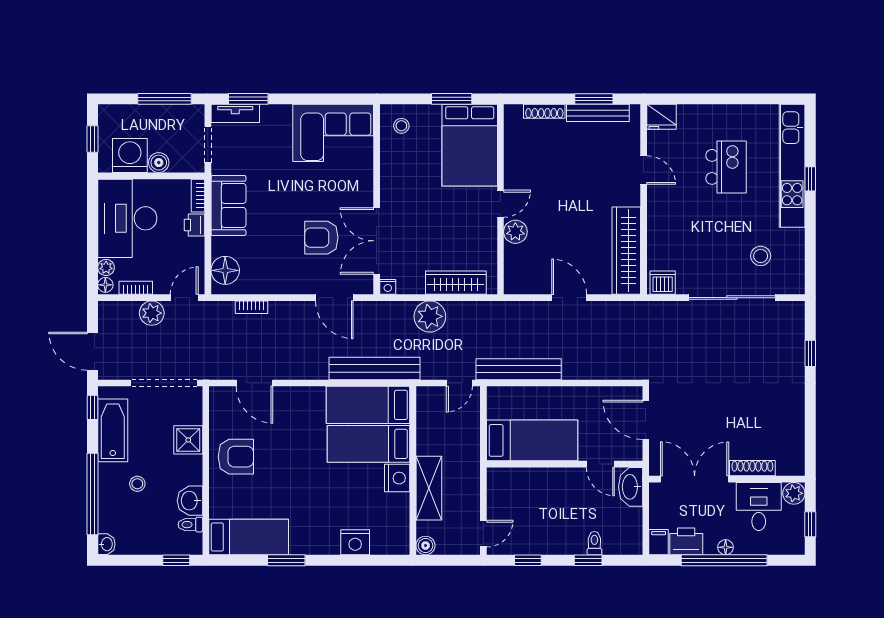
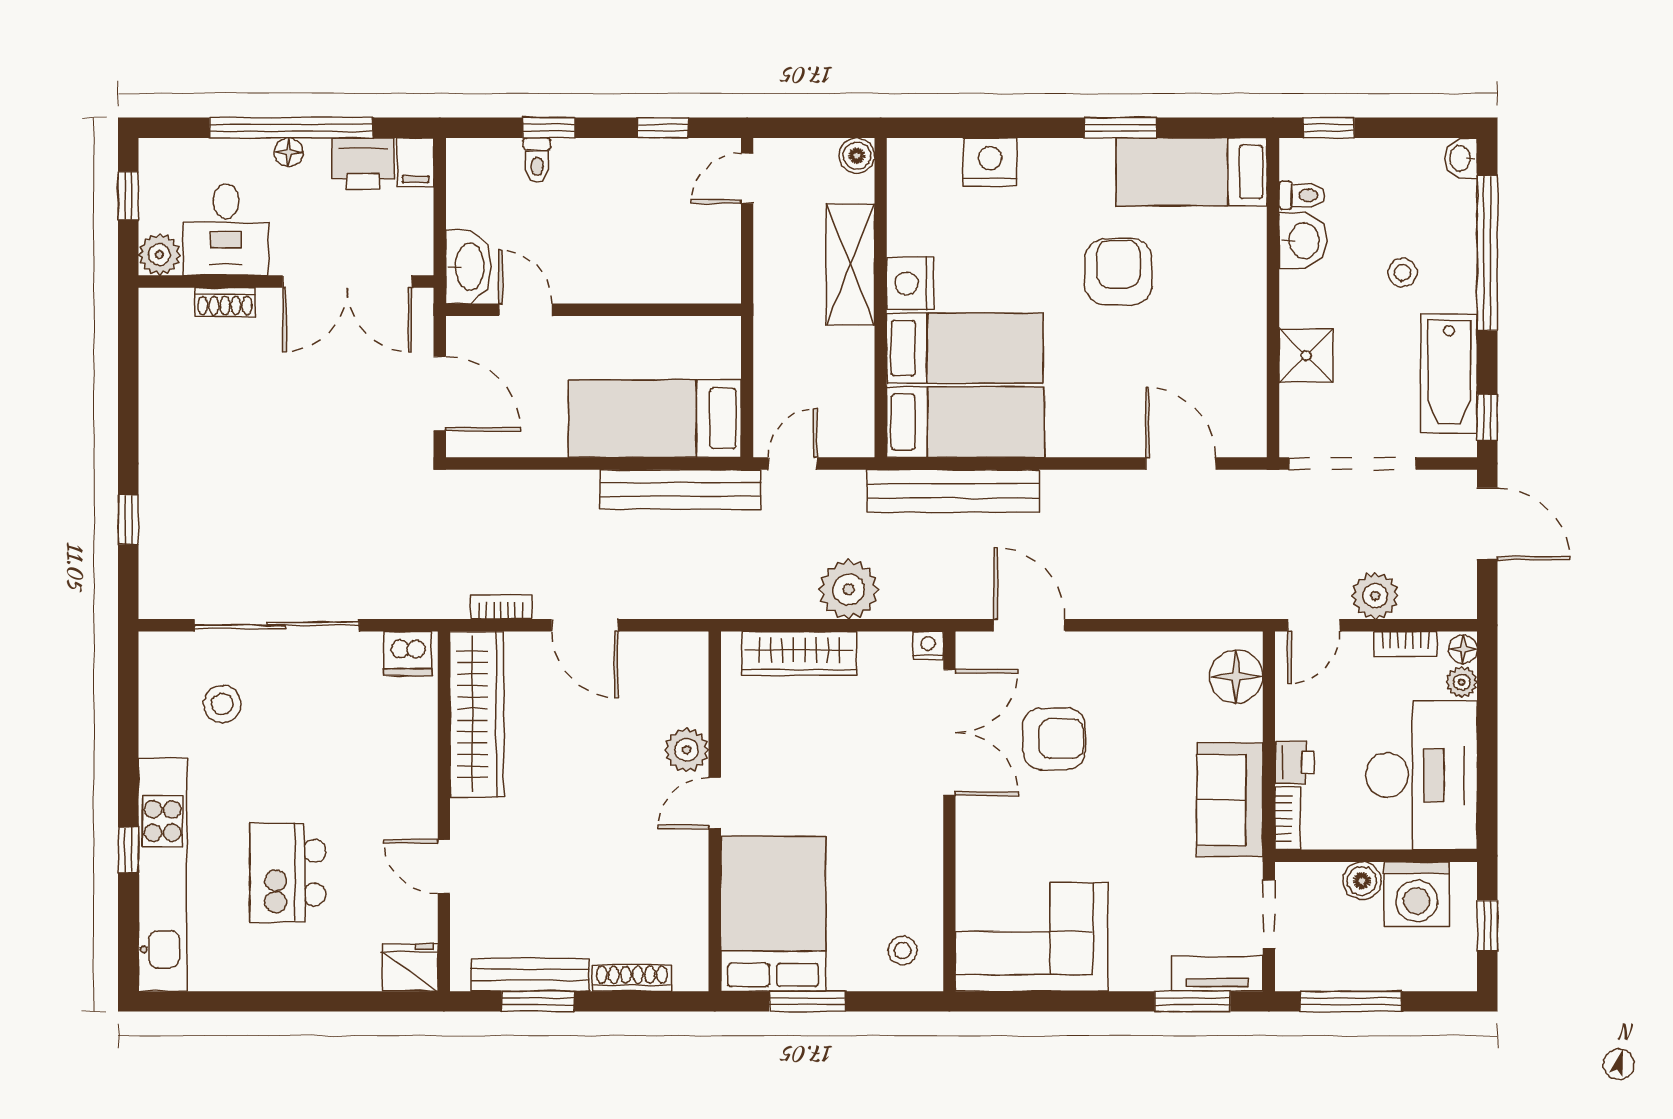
bookcase: (252, 307) -> (501, 607), moved
bed: (532, 440) -> (655, 419), moved
armchair: (236, 457) -> (1119, 272), moved, turned 90
shoe rack: (752, 468) -> (225, 302), width x0.70

